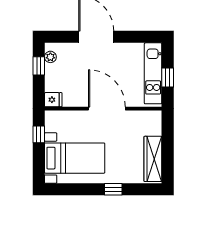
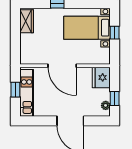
fridge: (53, 100) -> (101, 77), width x1.88, depth x1.34
window: (39, 134) -> (115, 33), moved
wardrobe: (153, 159) -> (27, 21), width x0.67

